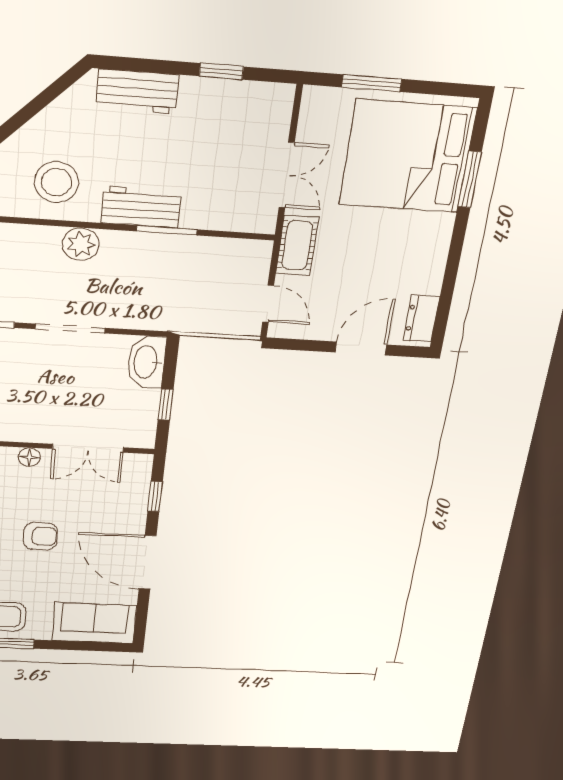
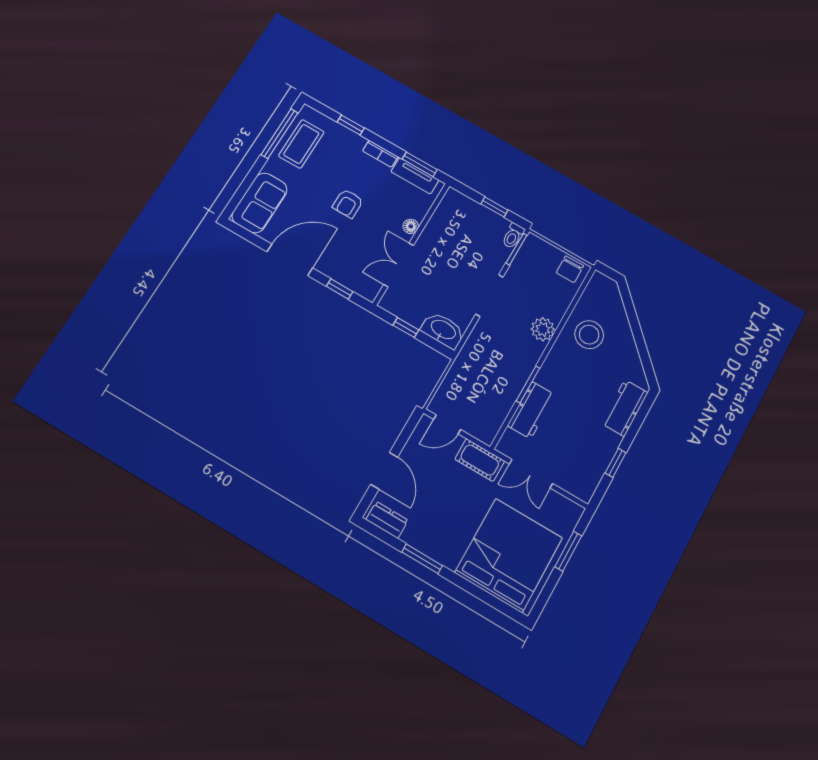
window: (470, 179) -> (422, 559), moved
workbench: (141, 207) -> (531, 410), moved

